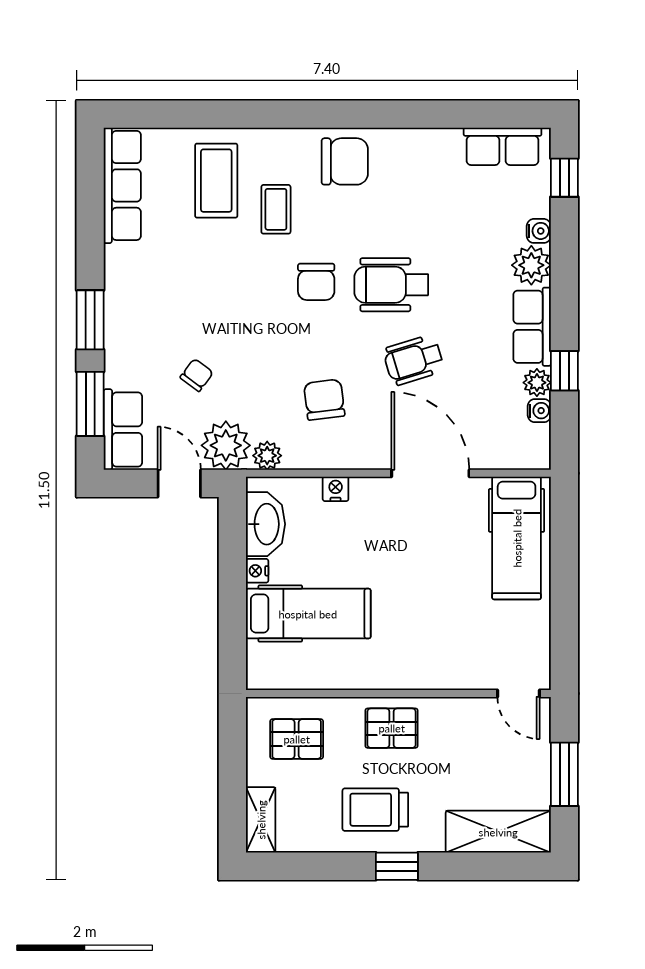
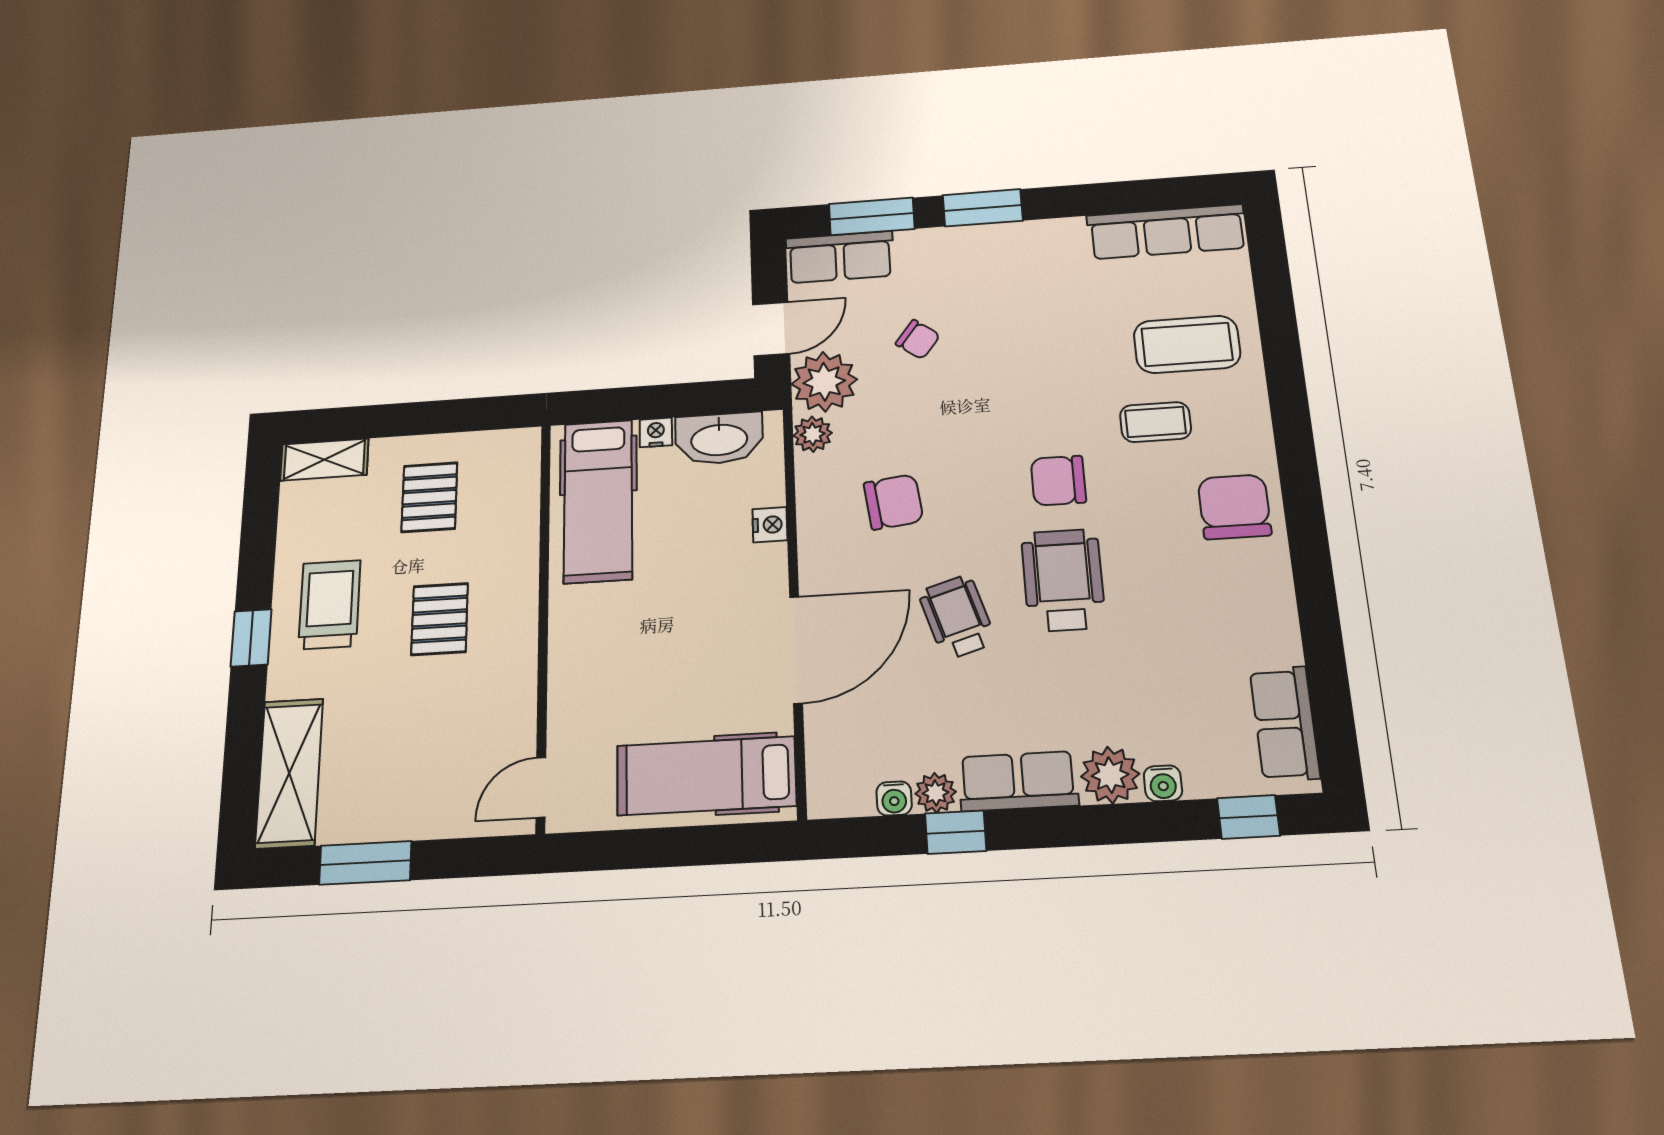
chair: (345, 161) -> (1234, 507), turned 180
wall: (398, 693) -> (543, 622), moved
door: (518, 693) -> (541, 788), moved

